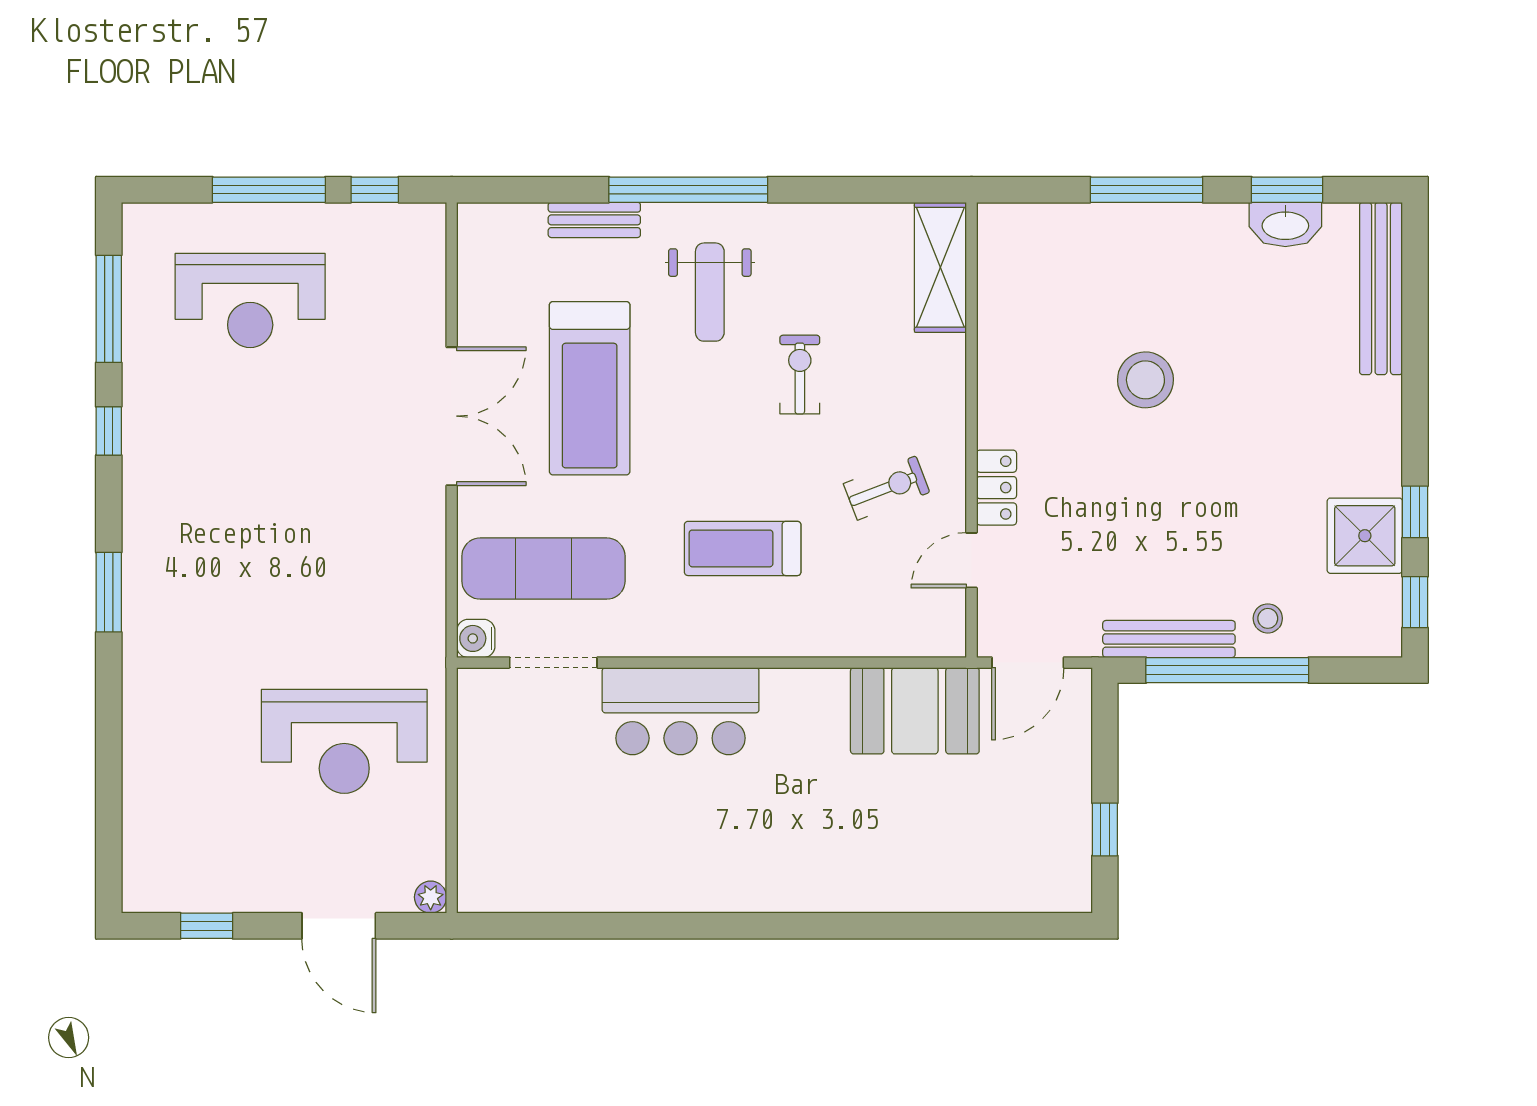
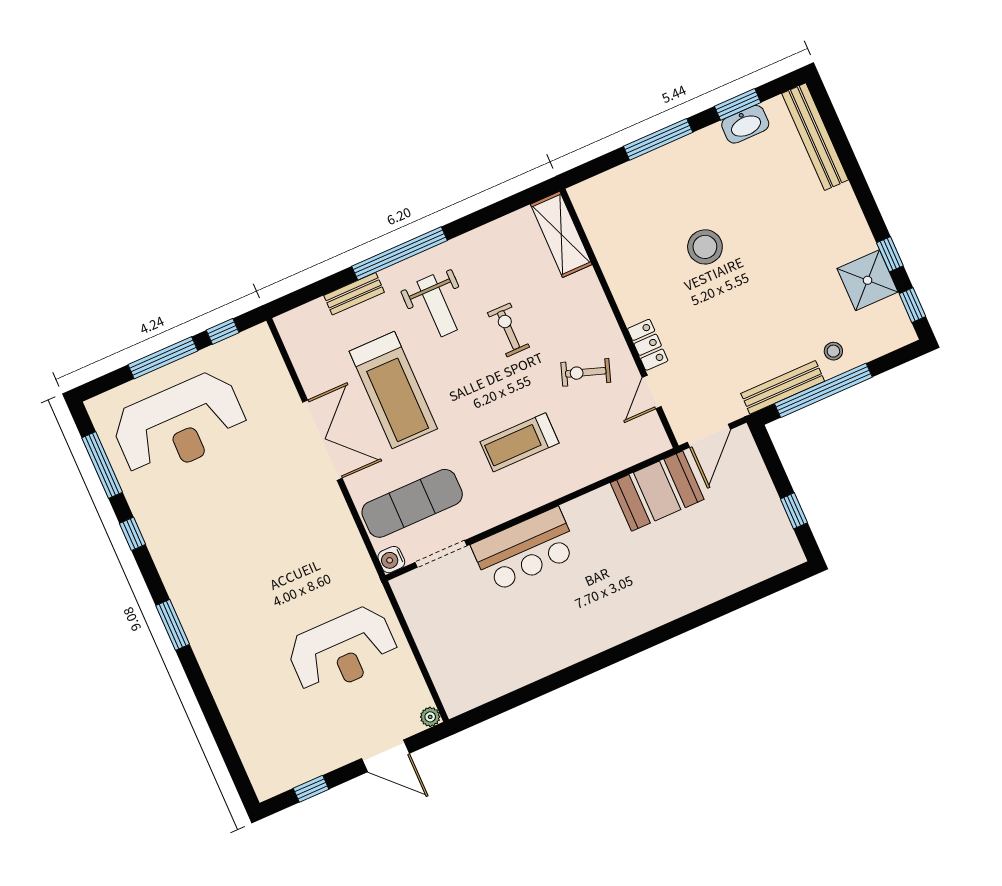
reception desk: (250, 300) -> (180, 425), width x1.36, depth x1.30
exercise bike: (887, 488) -> (586, 372), turned -140

